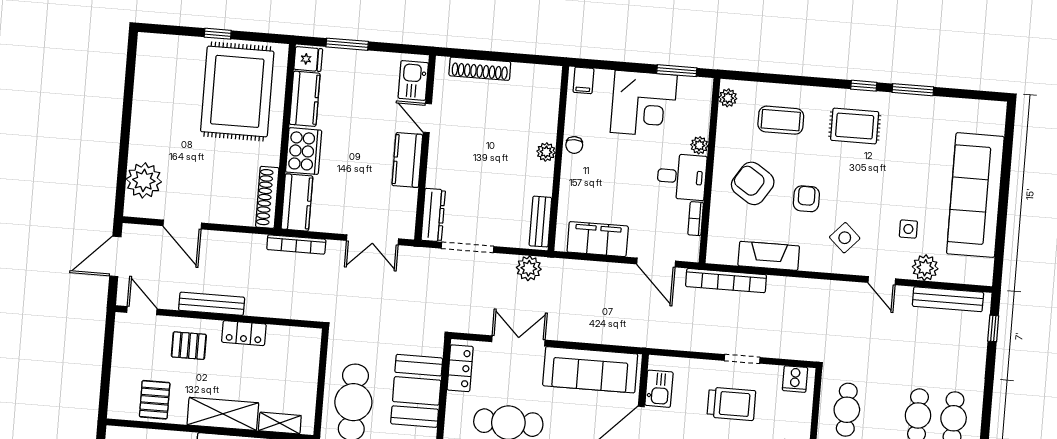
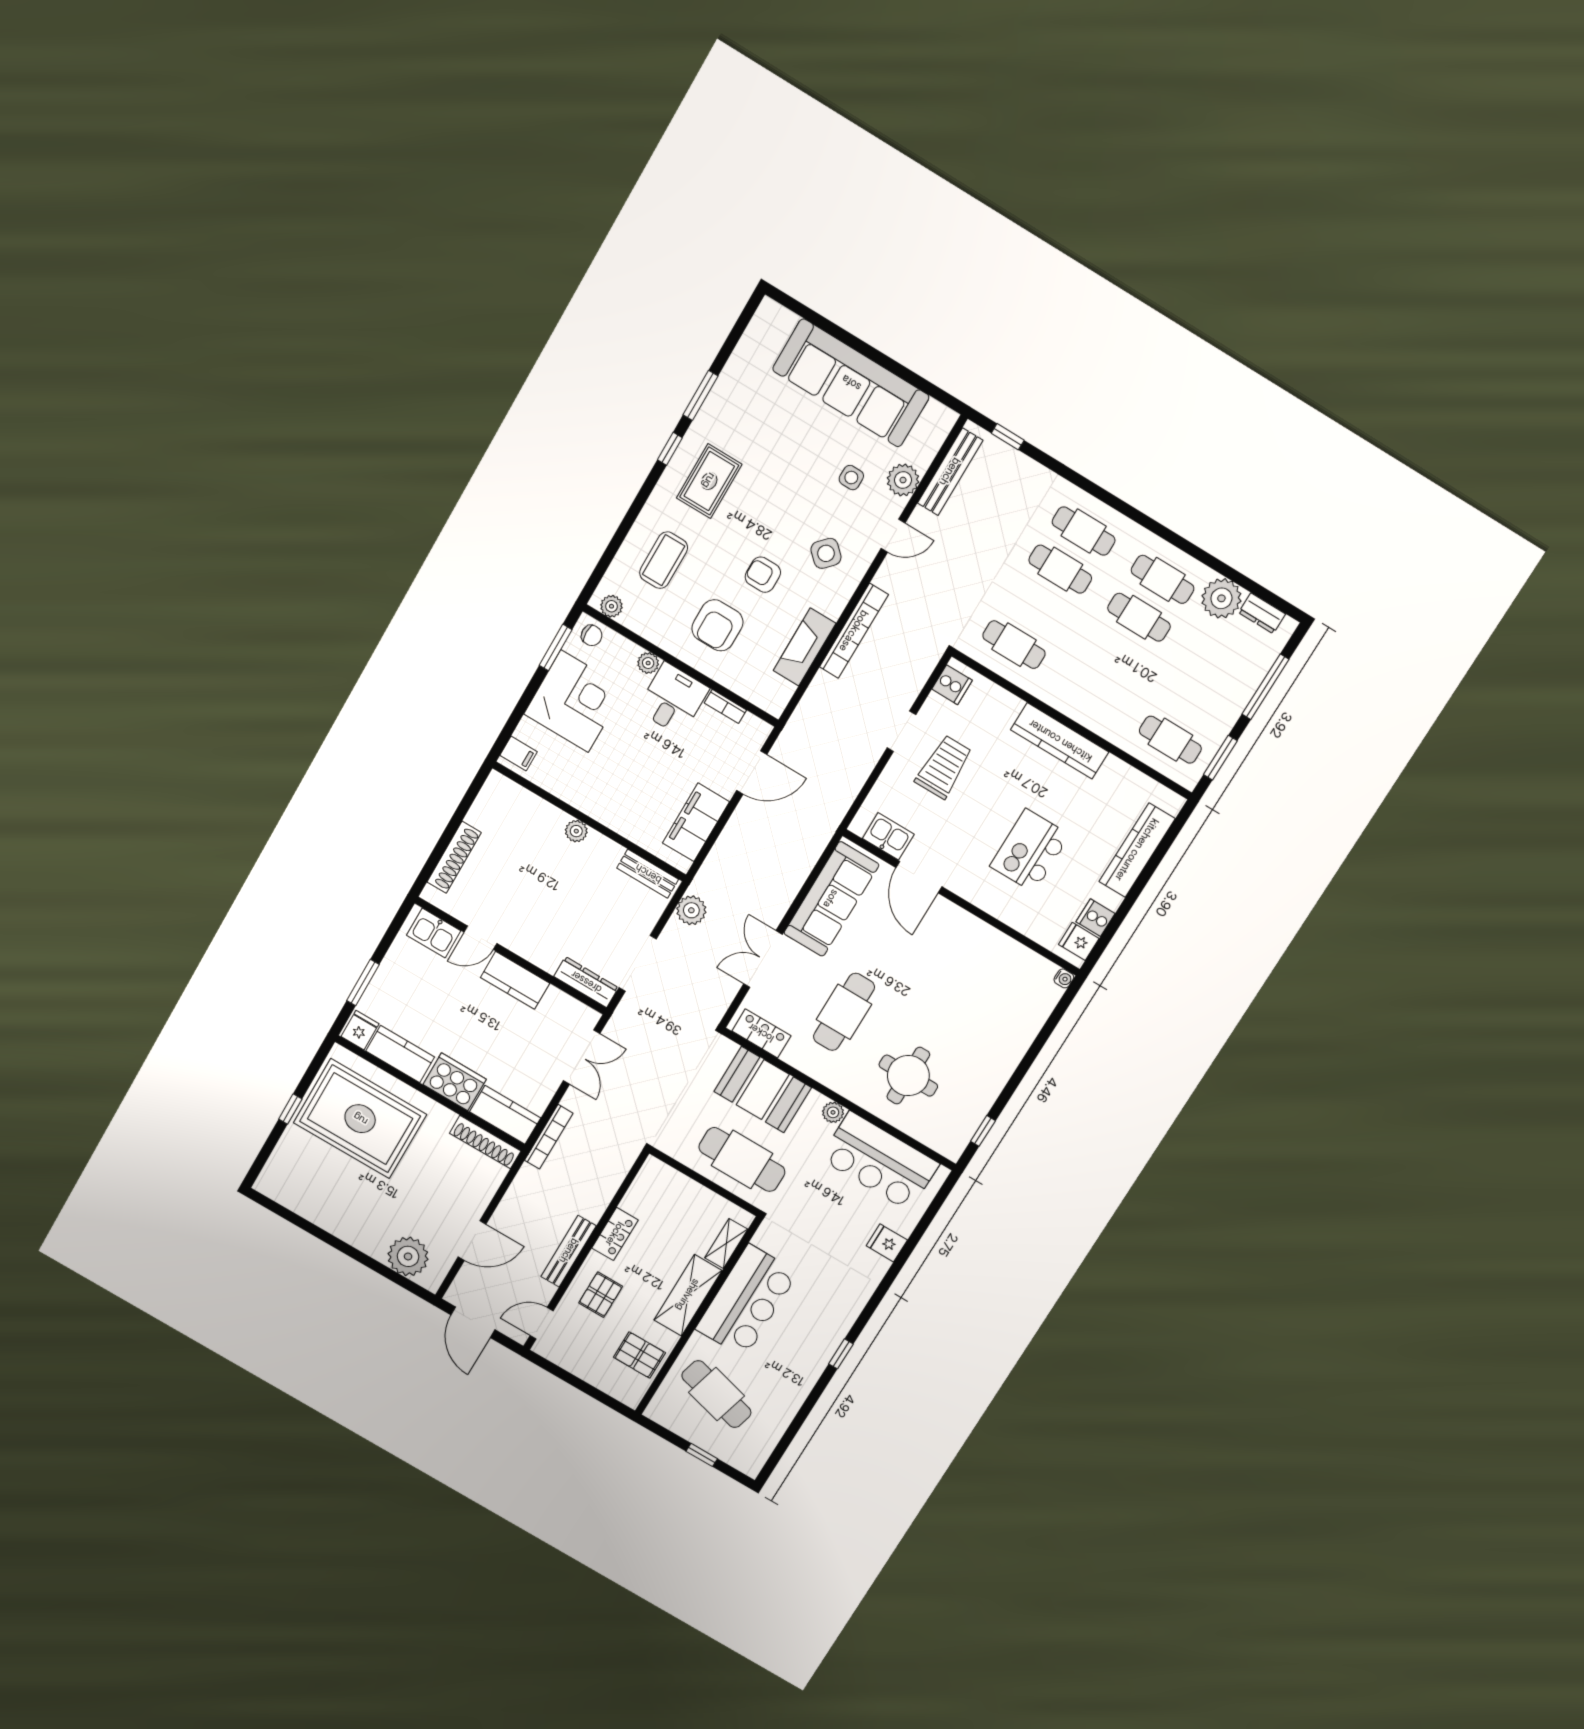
chair: (574, 145) -> (592, 635), moved
armchair: (753, 183) -> (717, 625), turned -33
bookcase: (726, 281) -> (854, 631), moved

